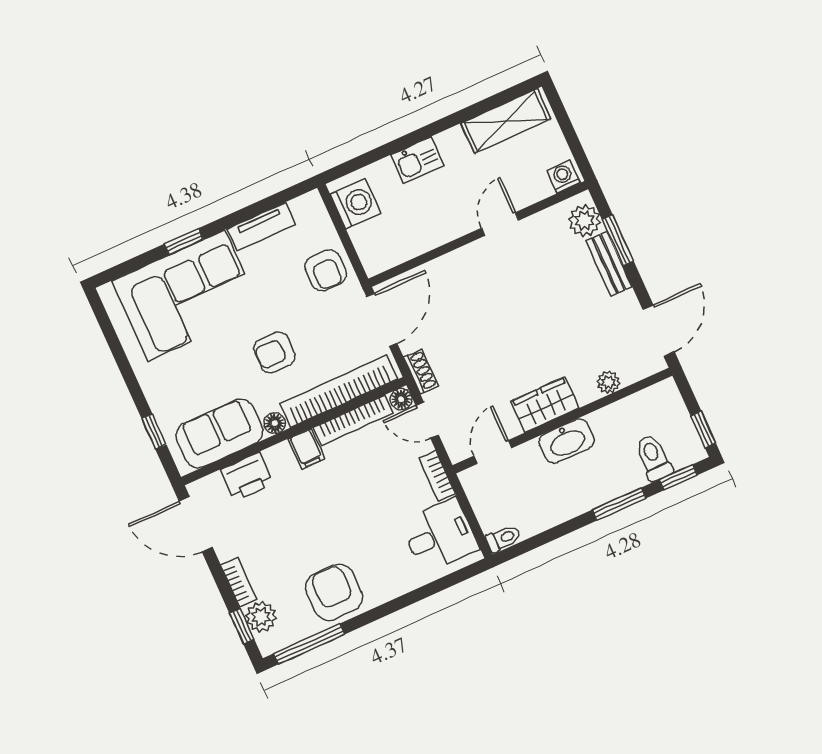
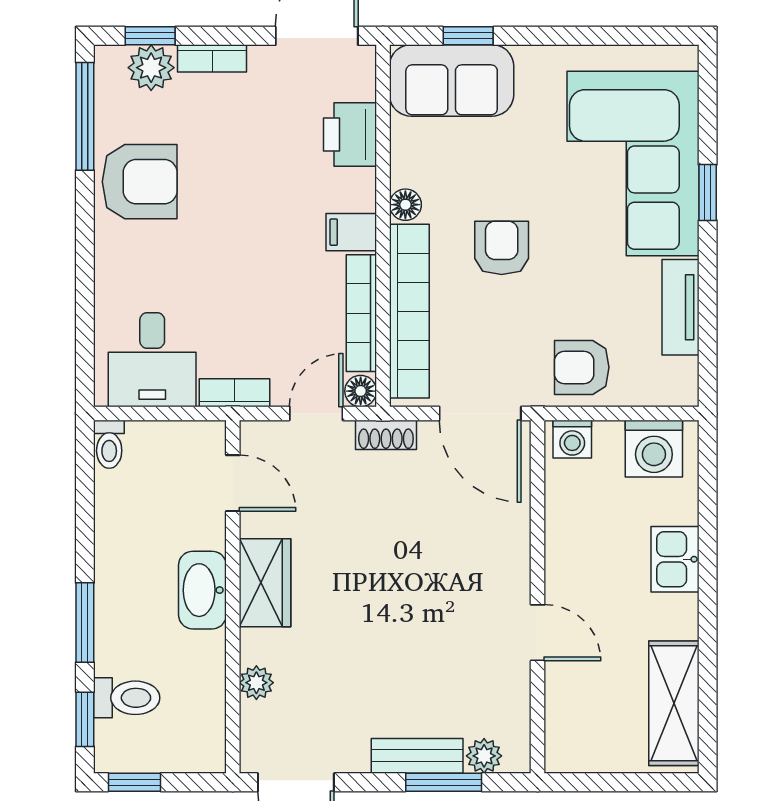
washing machine: (563, 177) -> (572, 439), moved, turned 90
plant: (585, 221) -> (484, 756), width x0.73, depth x0.73
sofa: (219, 433) -> (452, 80), moved, turned 90

